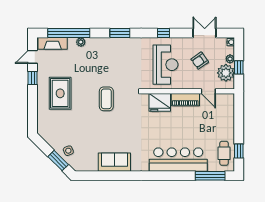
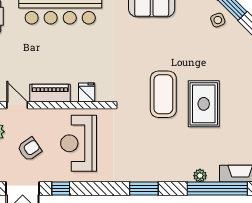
window: (163, 33) -> (61, 189), moved
rug: (60, 93) -> (204, 104), moved
coffee table: (106, 99) -> (163, 94), width x1.36, depth x1.32
fridge: (160, 102) -> (87, 92), width x0.53, depth x0.75

